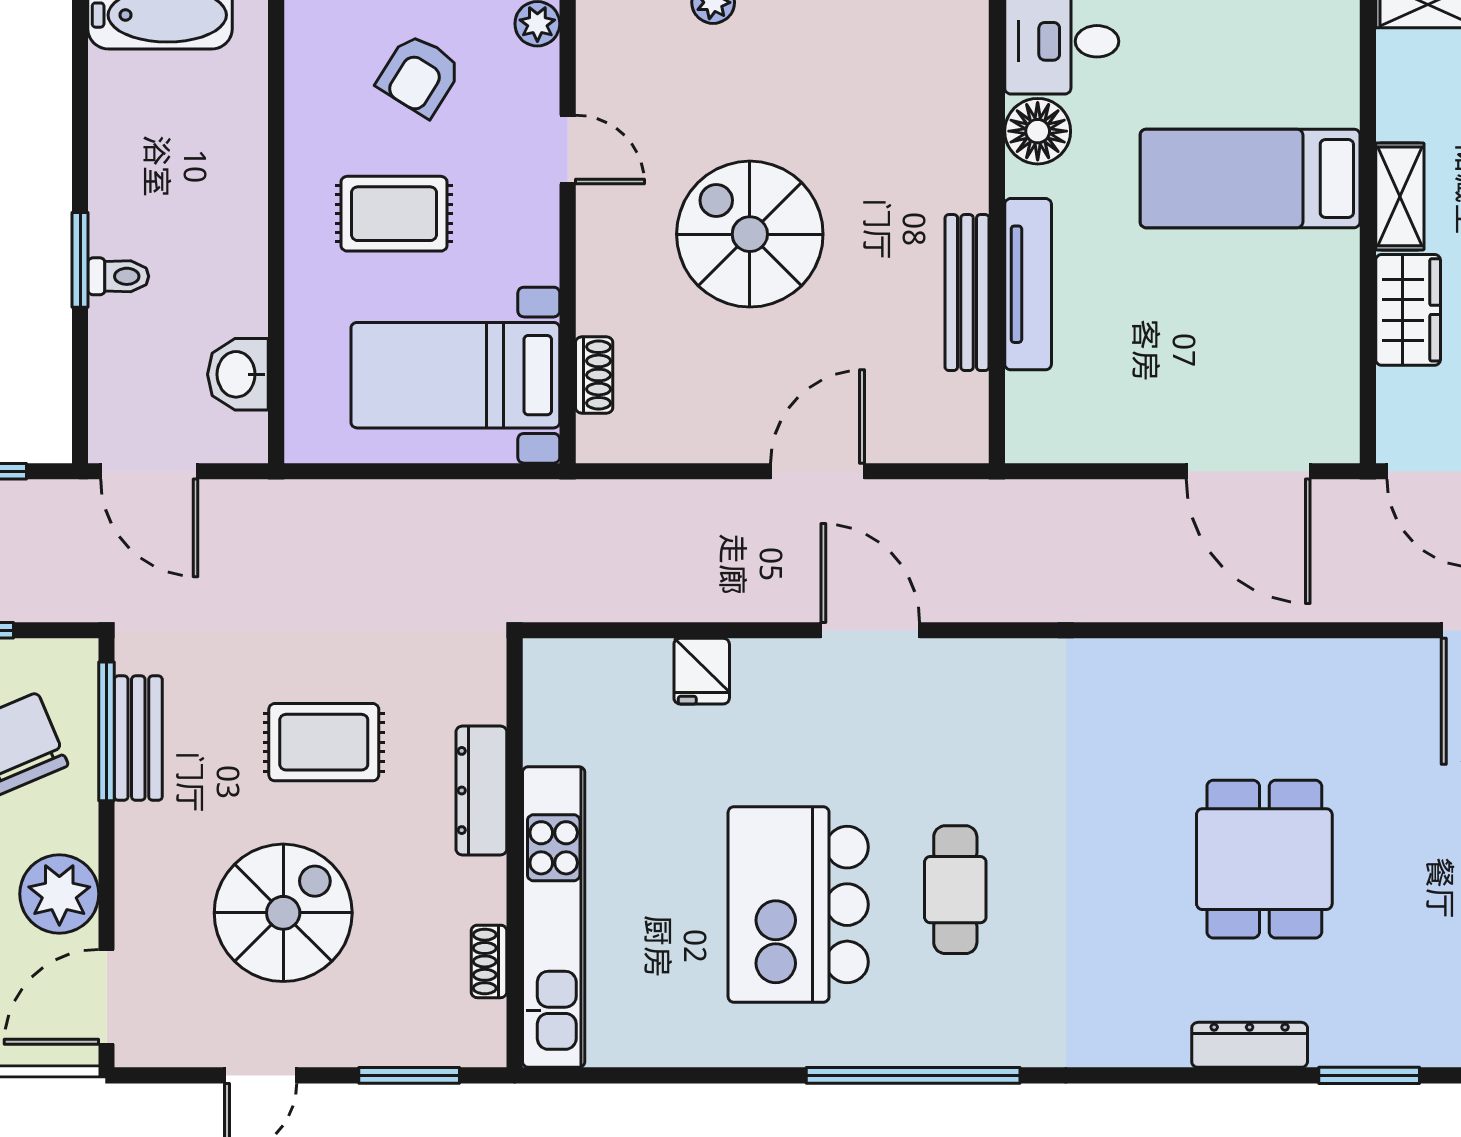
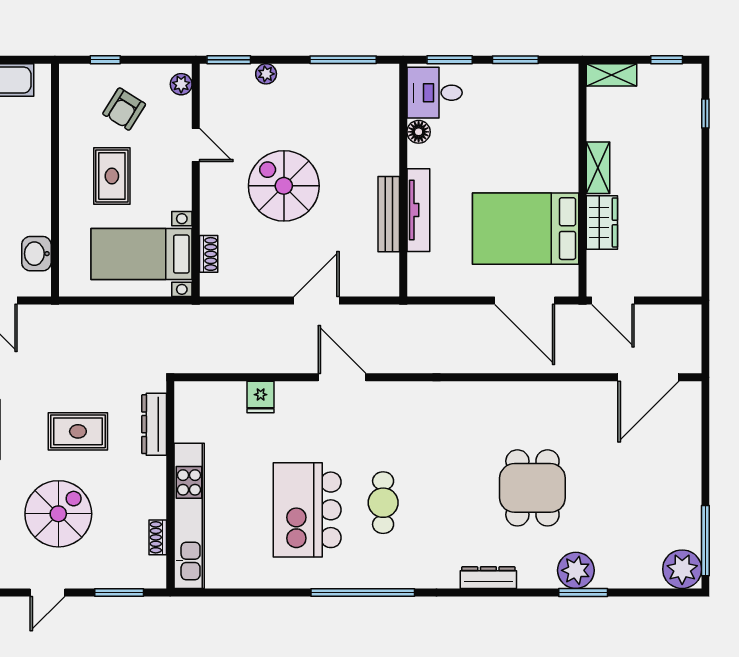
floor lamp: (1038, 131) -> (419, 132), width x0.73, depth x0.73
bed: (1250, 178) -> (526, 229), moved, width x1.50
rug: (394, 214) -> (112, 176), turned 90
dresser: (481, 791) -> (154, 424), moved
plant: (1354, 1030) -> (576, 570), added
dresser: (1250, 1045) -> (488, 578), moved

